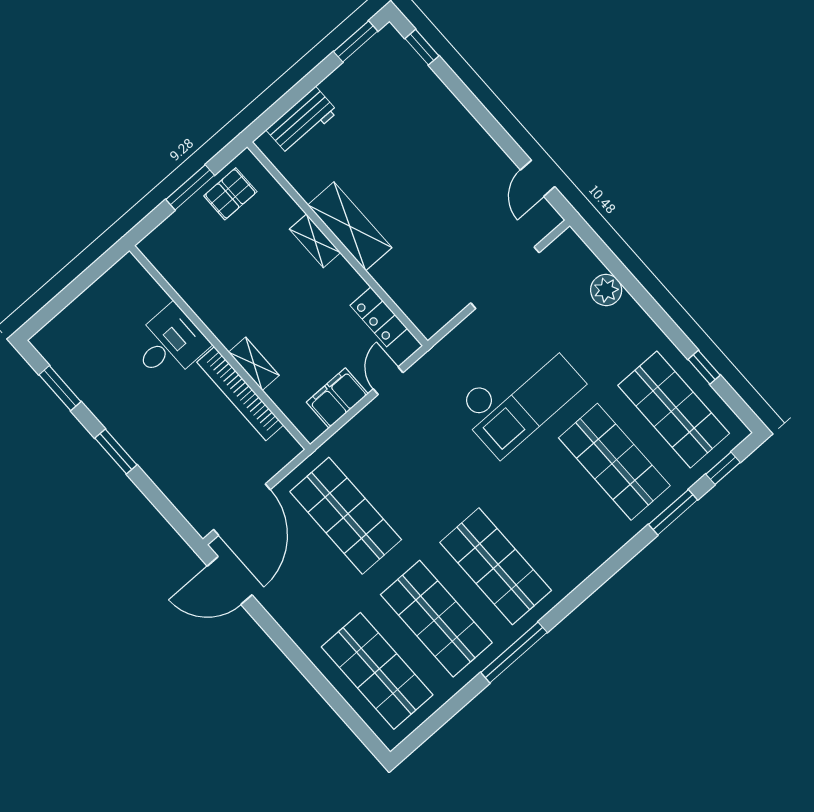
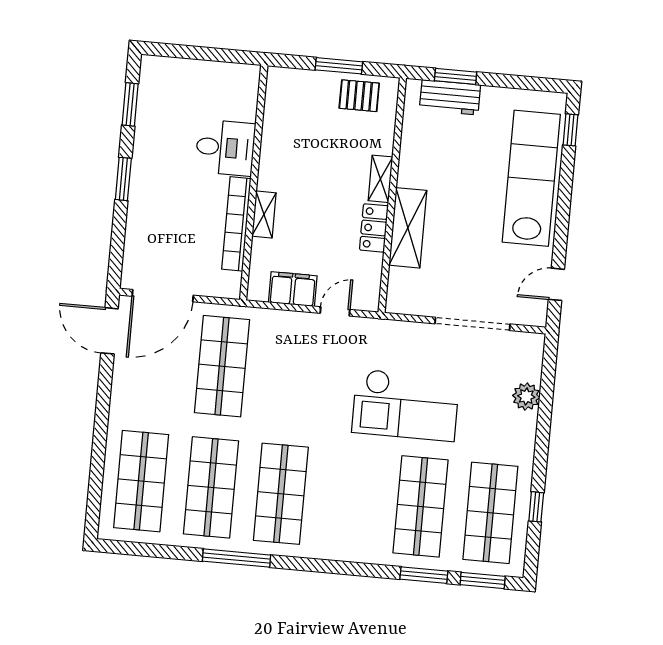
window: (356, 41) -> (456, 76), moved
lab bench: (431, 117) -> (531, 178), added
shelving: (350, 226) -> (408, 228), moved
locker: (379, 317) -> (374, 228), moved
window: (723, 468) -> (483, 580), width x1.50

